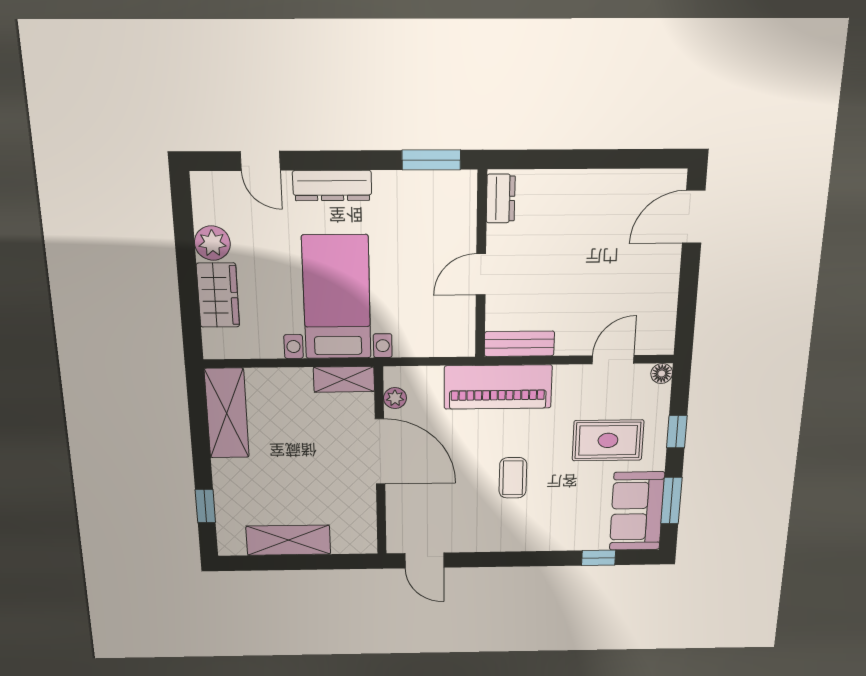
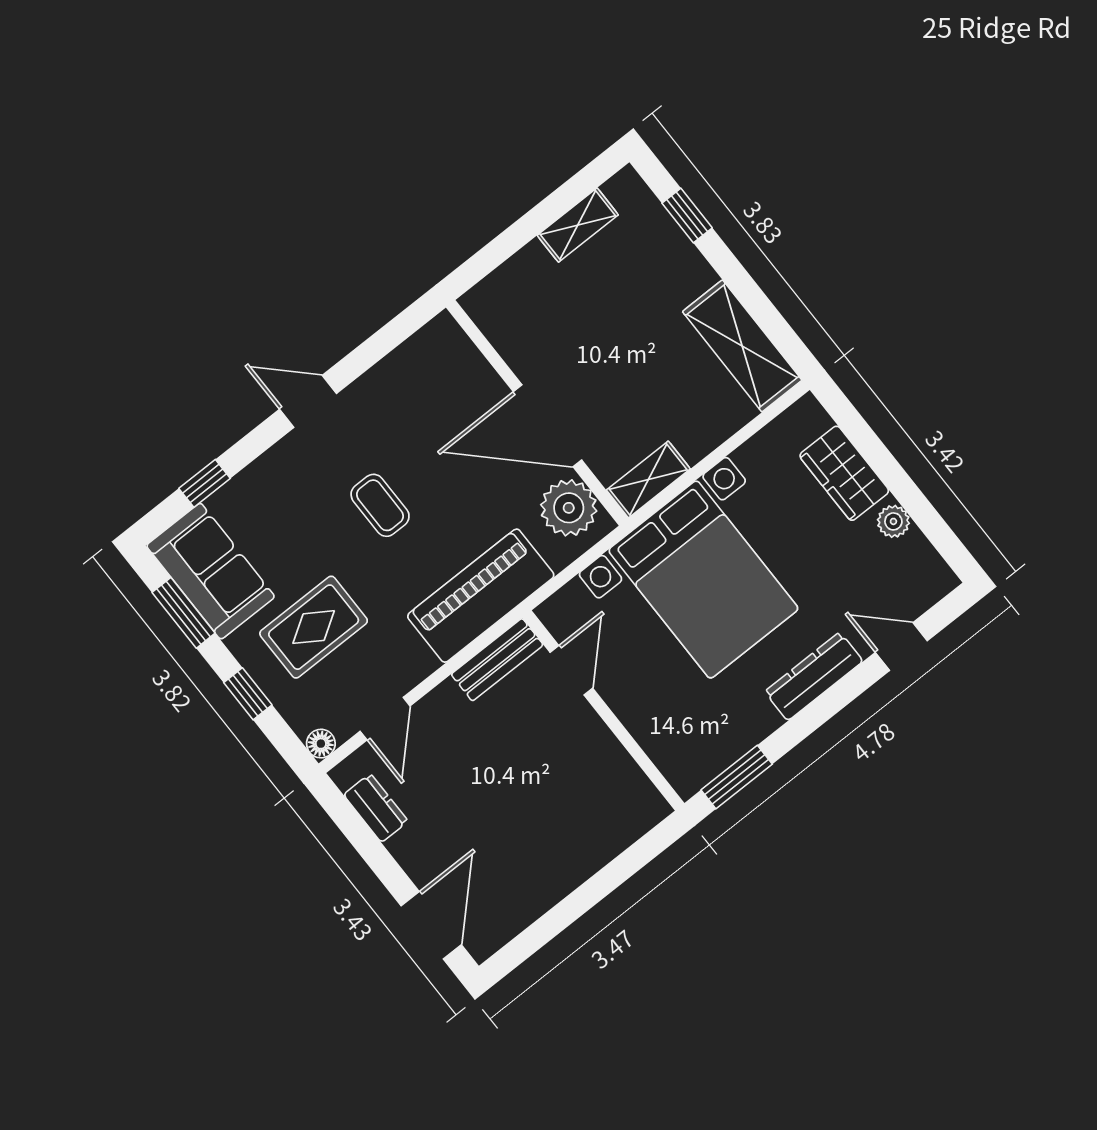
dresser: (501, 199) -> (376, 808), moved, turned 180
plant: (212, 243) -> (893, 521), width x0.73, depth x0.73
door: (481, 274) -> (571, 670), moved
bed with nightstands: (337, 297) -> (703, 580), width x1.36
plant: (395, 398) -> (569, 508), width x1.88, depth x1.88
shelving: (288, 540) -> (578, 225), width x0.67, depth x0.75
door: (424, 560) -> (308, 401), moved

